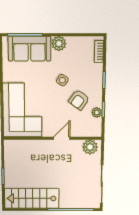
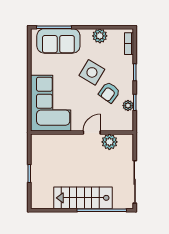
plant: (59, 44) -> (100, 36), moved
side table: (62, 80) -> (92, 72), width x1.87, depth x1.87
plant: (90, 147) -> (109, 142), moved
stairs: (32, 198) -> (83, 198), moved

